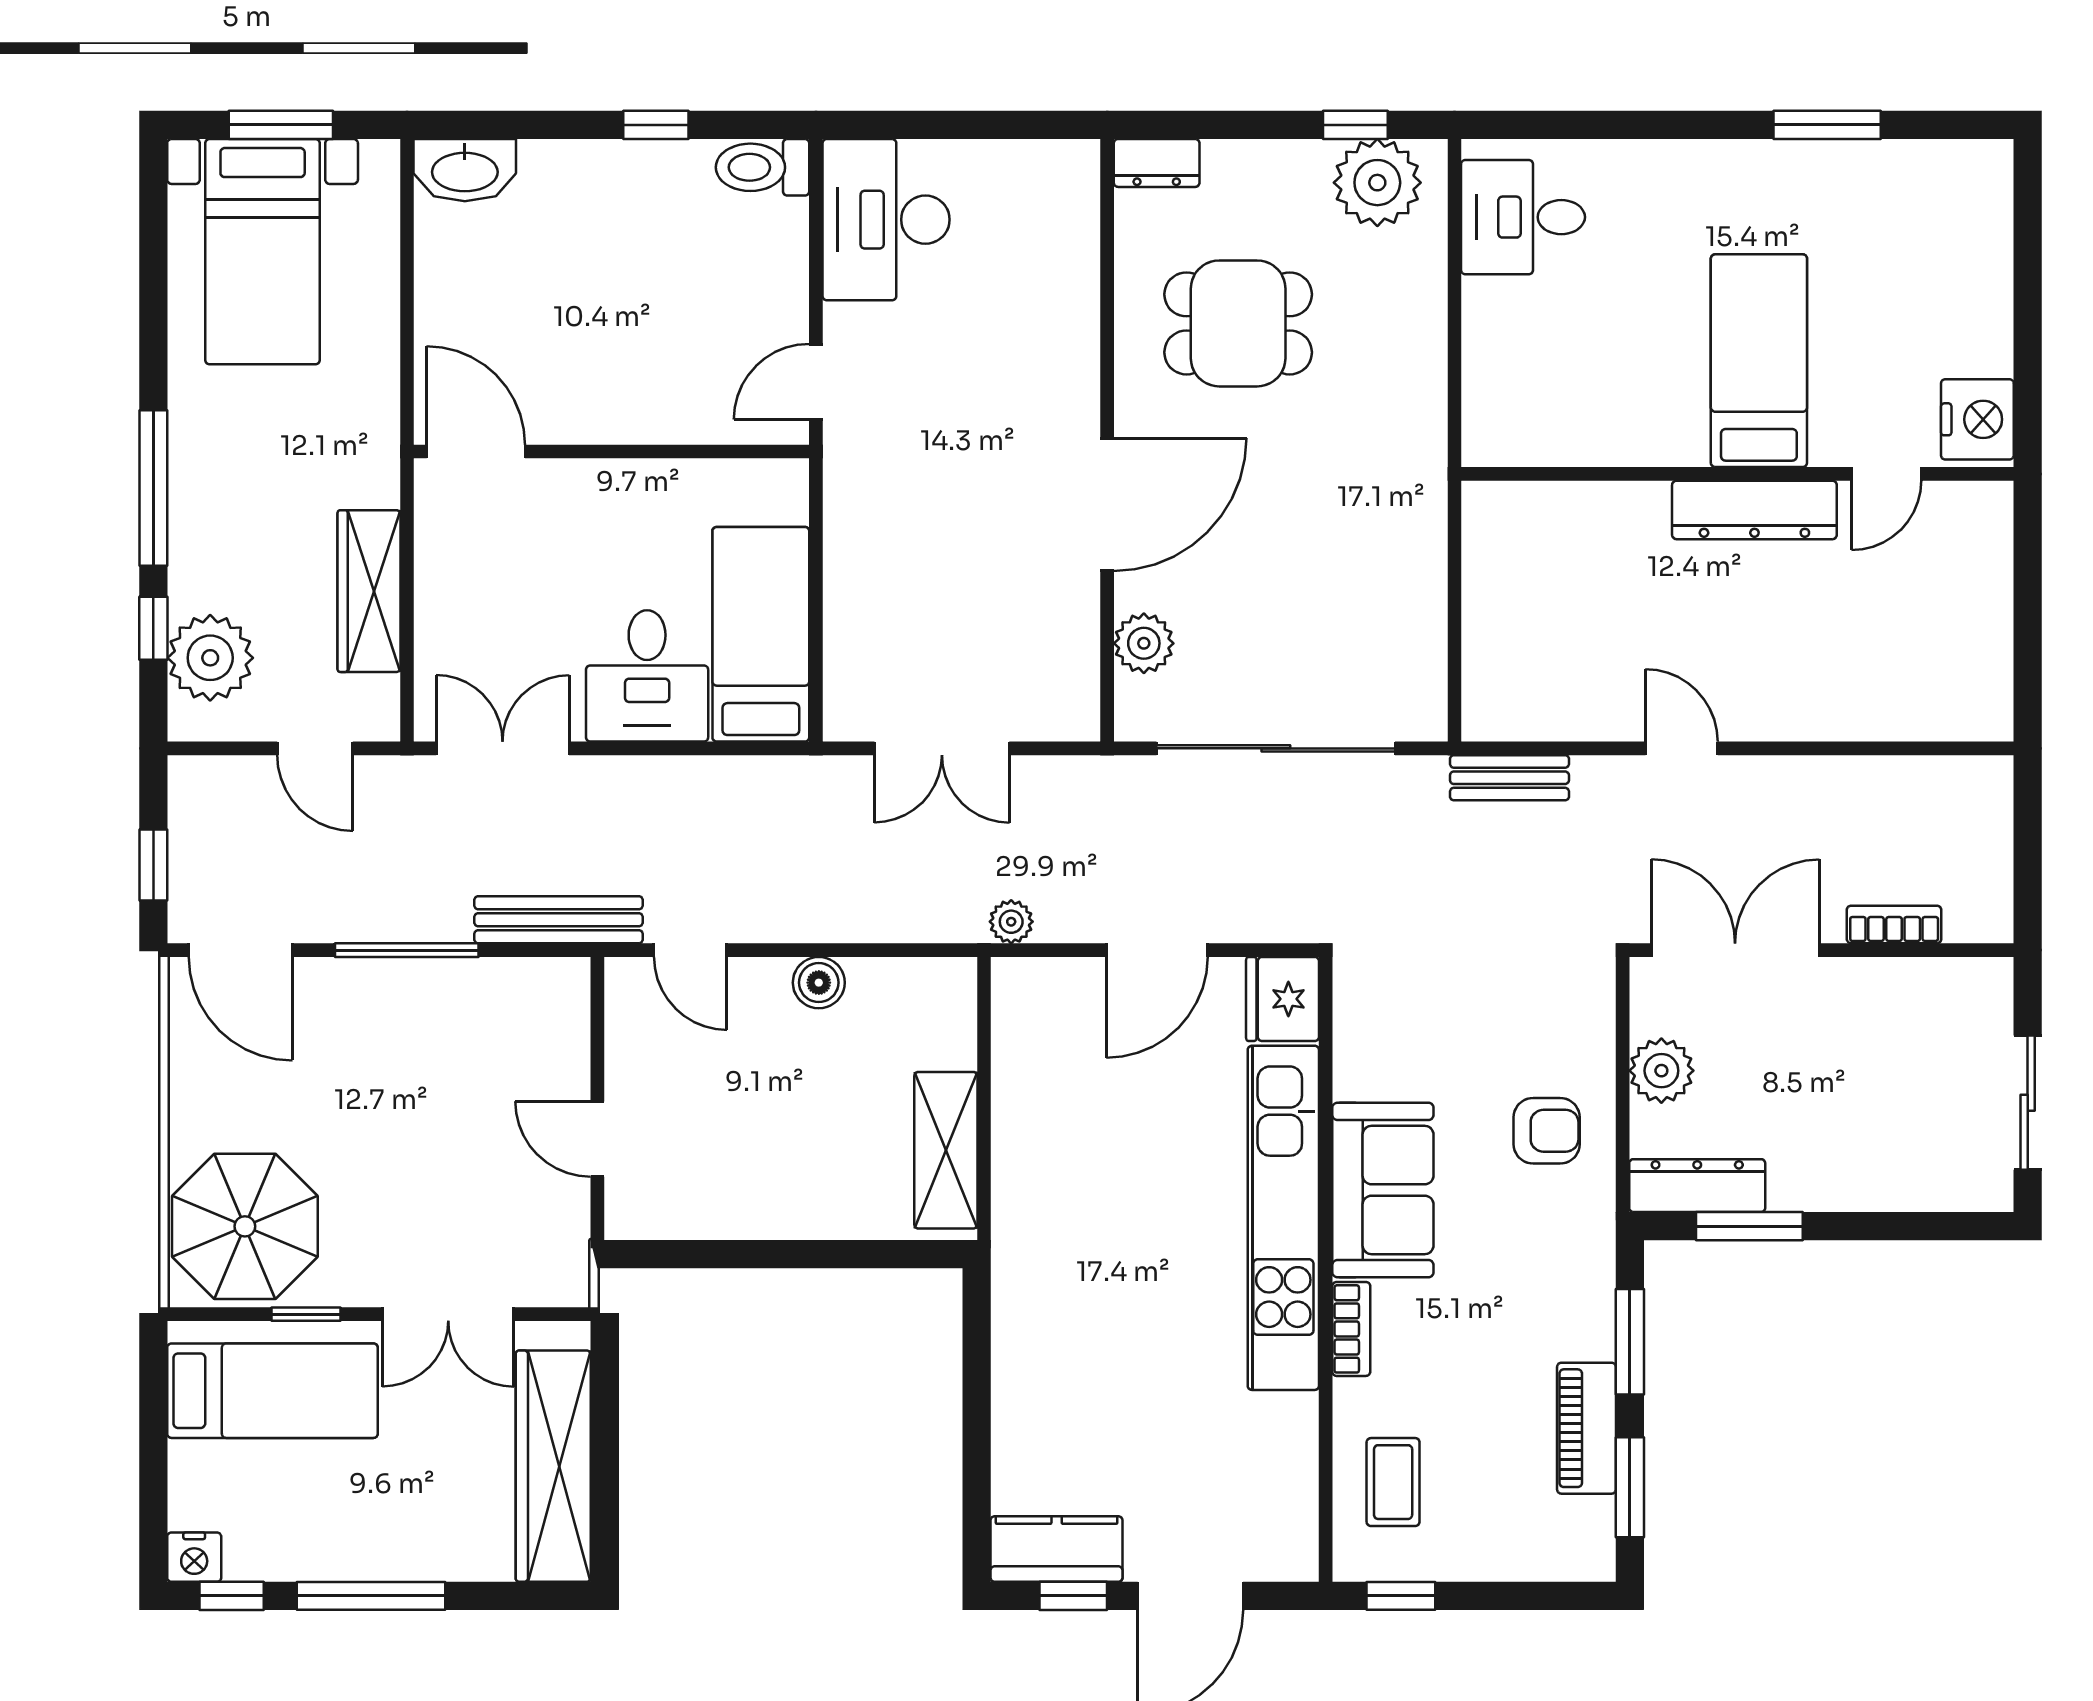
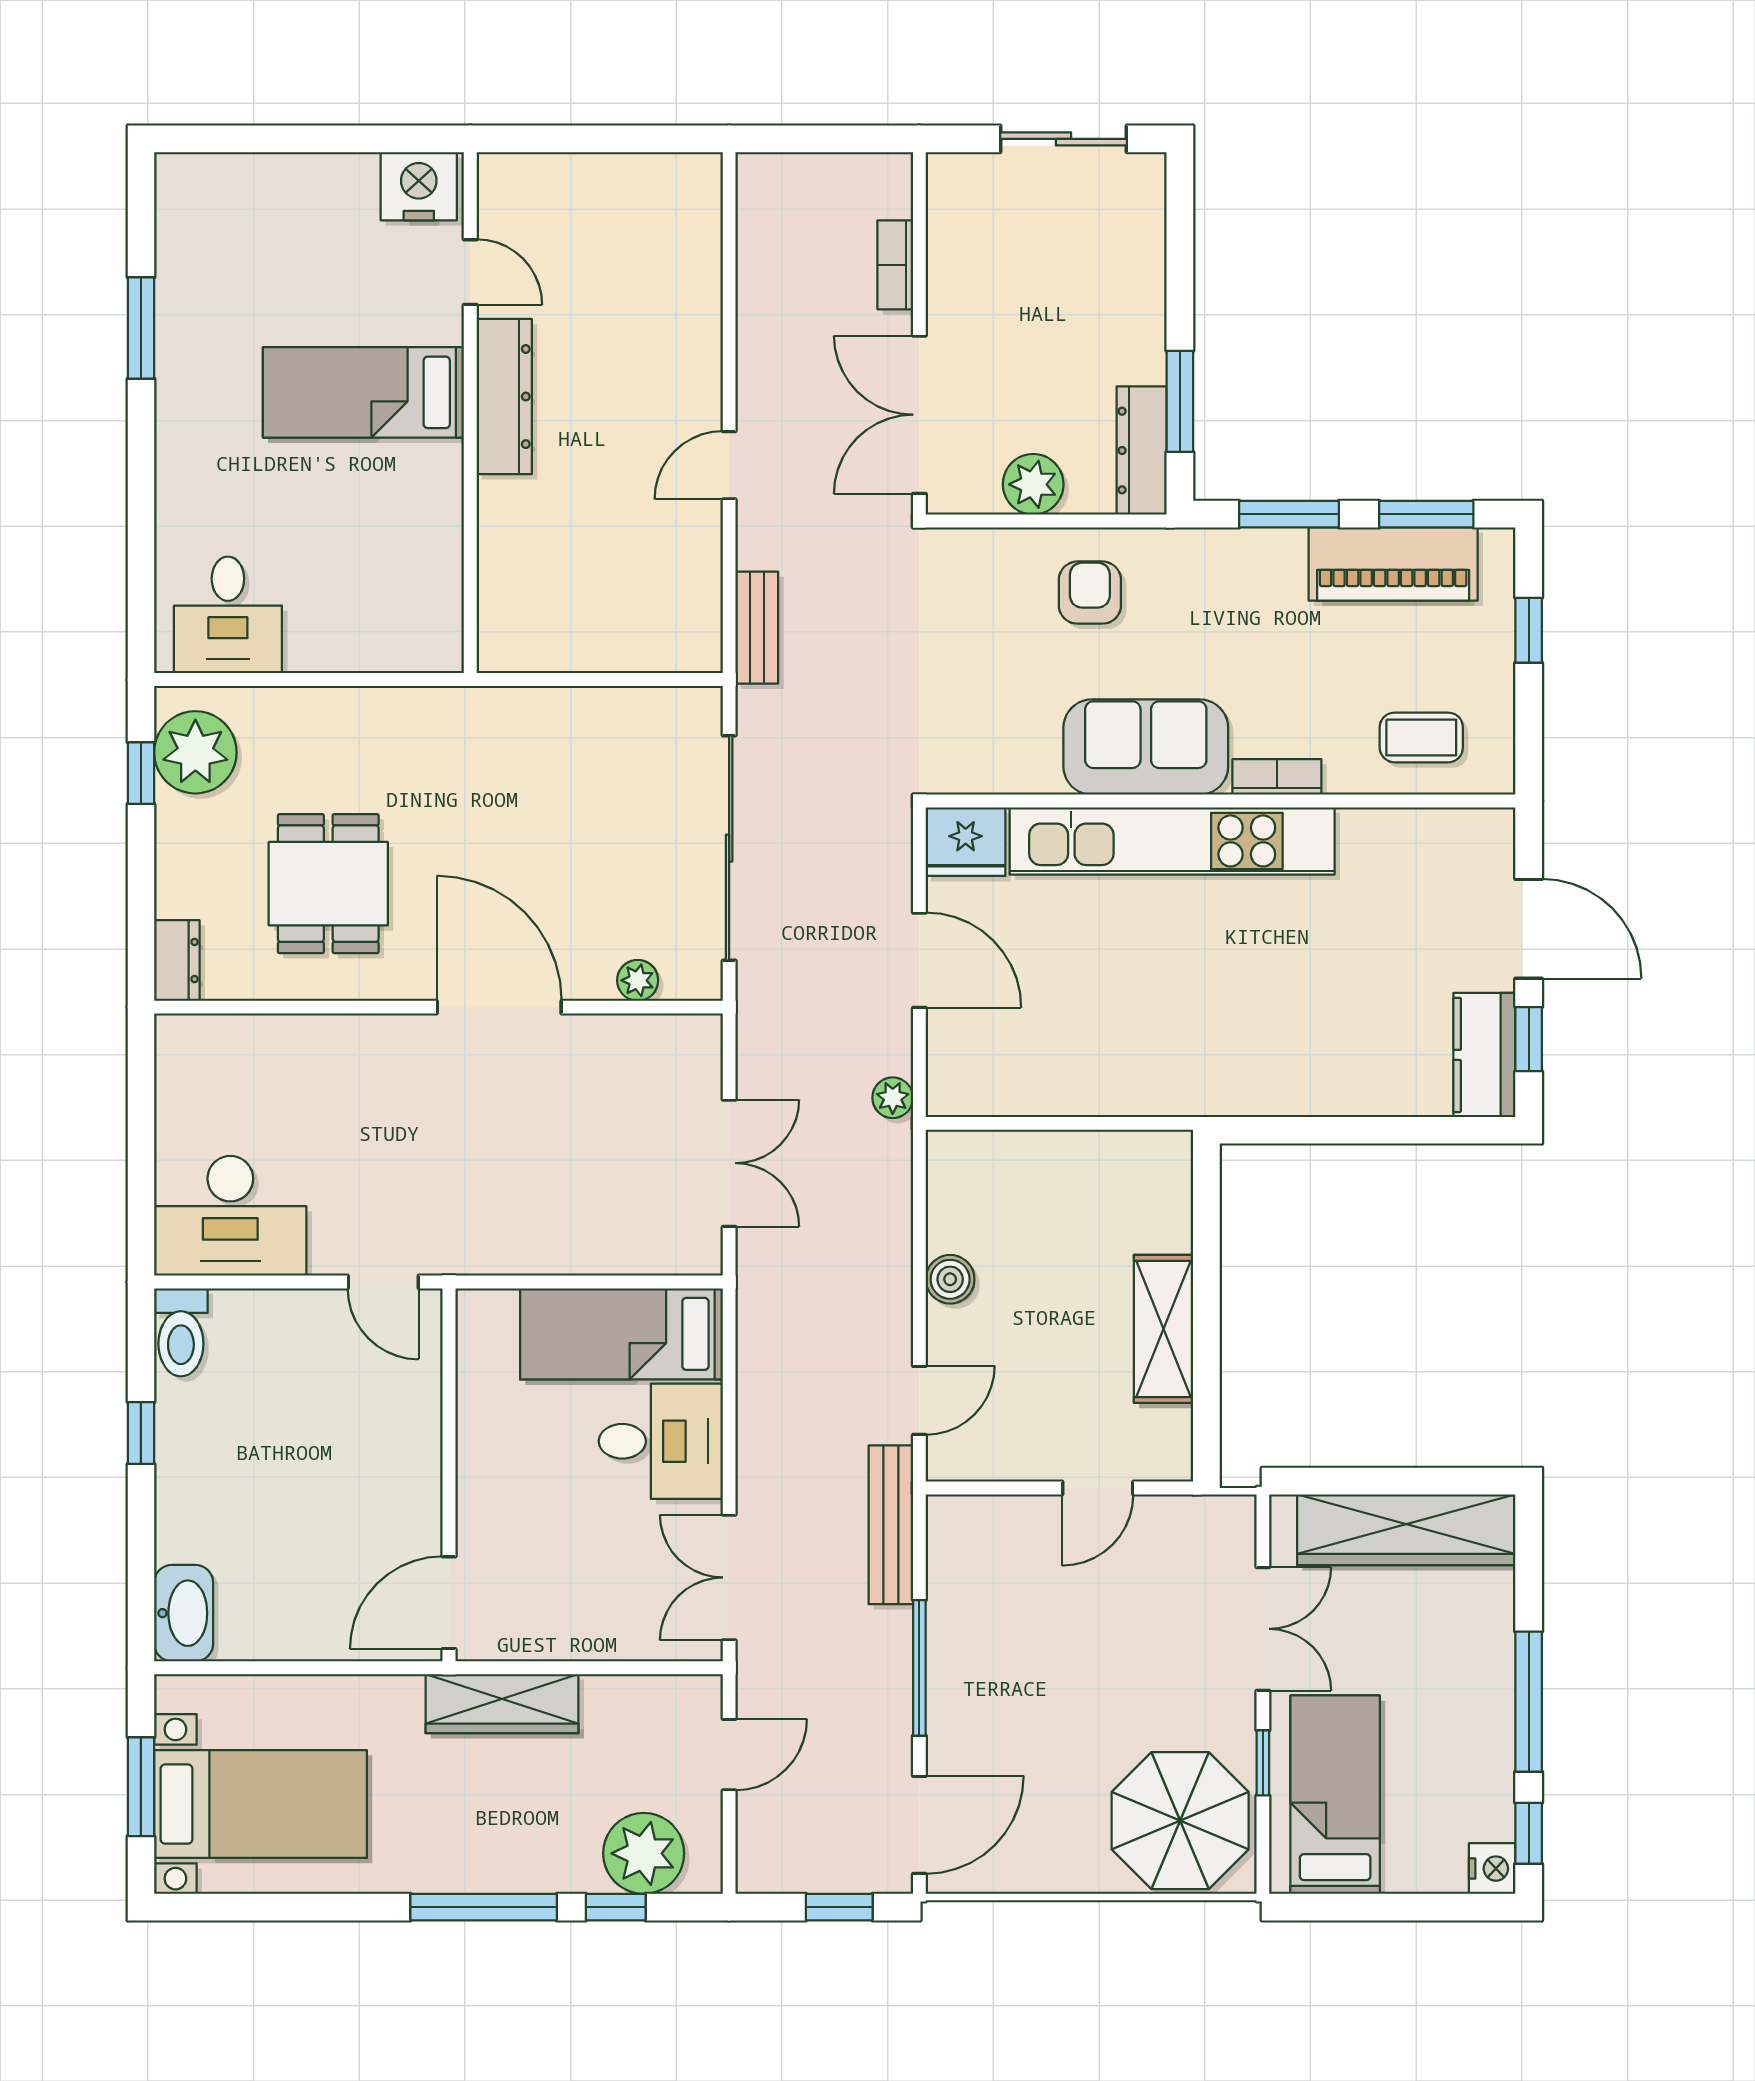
wardrobe: (369, 591) -> (502, 1704), moved
plant: (1144, 643) -> (638, 980), width x0.73, depth x0.73
shelving: (946, 1150) -> (1164, 1329), moved, turned 90
piano: (1587, 1428) -> (1393, 564), width x1.37, depth x1.33
window: (1401, 1596) -> (1529, 630), moved

